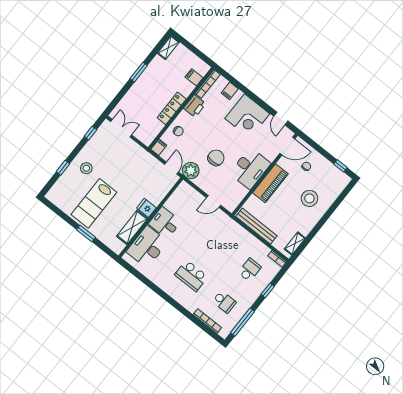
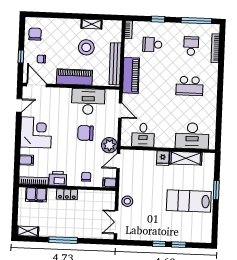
window: (139, 72) -> (63, 240), width x1.44
filing cabinet: (194, 77) -> (36, 195), width x2.00
locker: (172, 108) -> (67, 194), width x0.66
window: (90, 133) -> (159, 244), moved
window: (340, 166) -> (21, 57), moved
stool: (86, 168) -> (127, 201), moved
desk: (250, 168) -> (88, 101), moved
chair: (332, 176) -> (35, 34), added
stool: (309, 198) -> (86, 47), moved
lab bench: (94, 203) -> (189, 201), turned 180
desk: (165, 223) -> (143, 135), moved
piano: (237, 232) -> (131, 75), added
shelving: (295, 244) -> (91, 24), moved
school desk: (191, 276) -> (190, 86), turned 90

